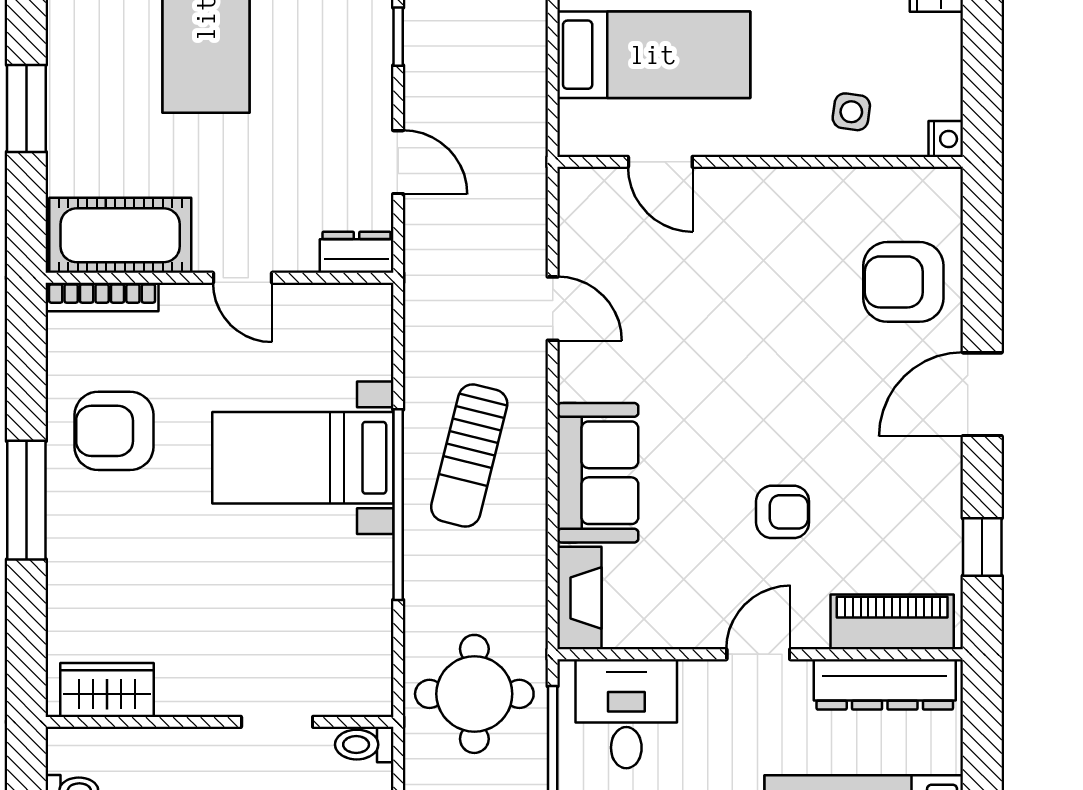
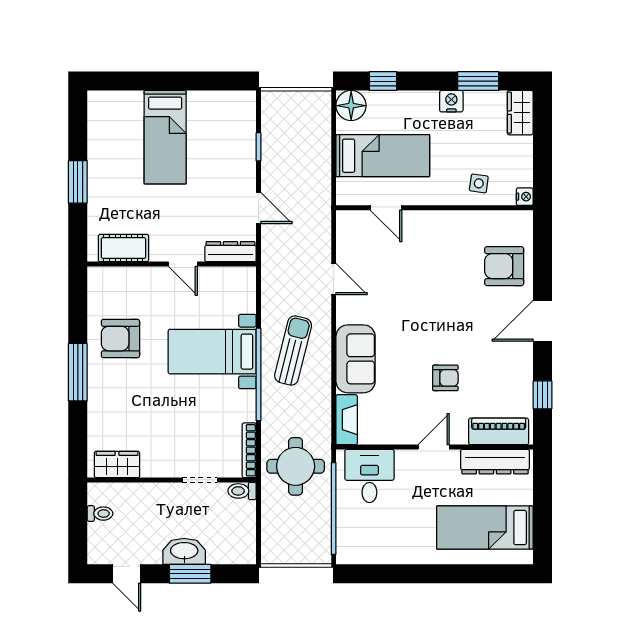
cot: (120, 235) -> (123, 248), width x0.73, depth x0.75
dresser: (357, 252) -> (230, 252), width x1.44
bookcase: (102, 297) -> (249, 450), moved, turned 90
sun lounger: (469, 456) -> (293, 350), turned 180

